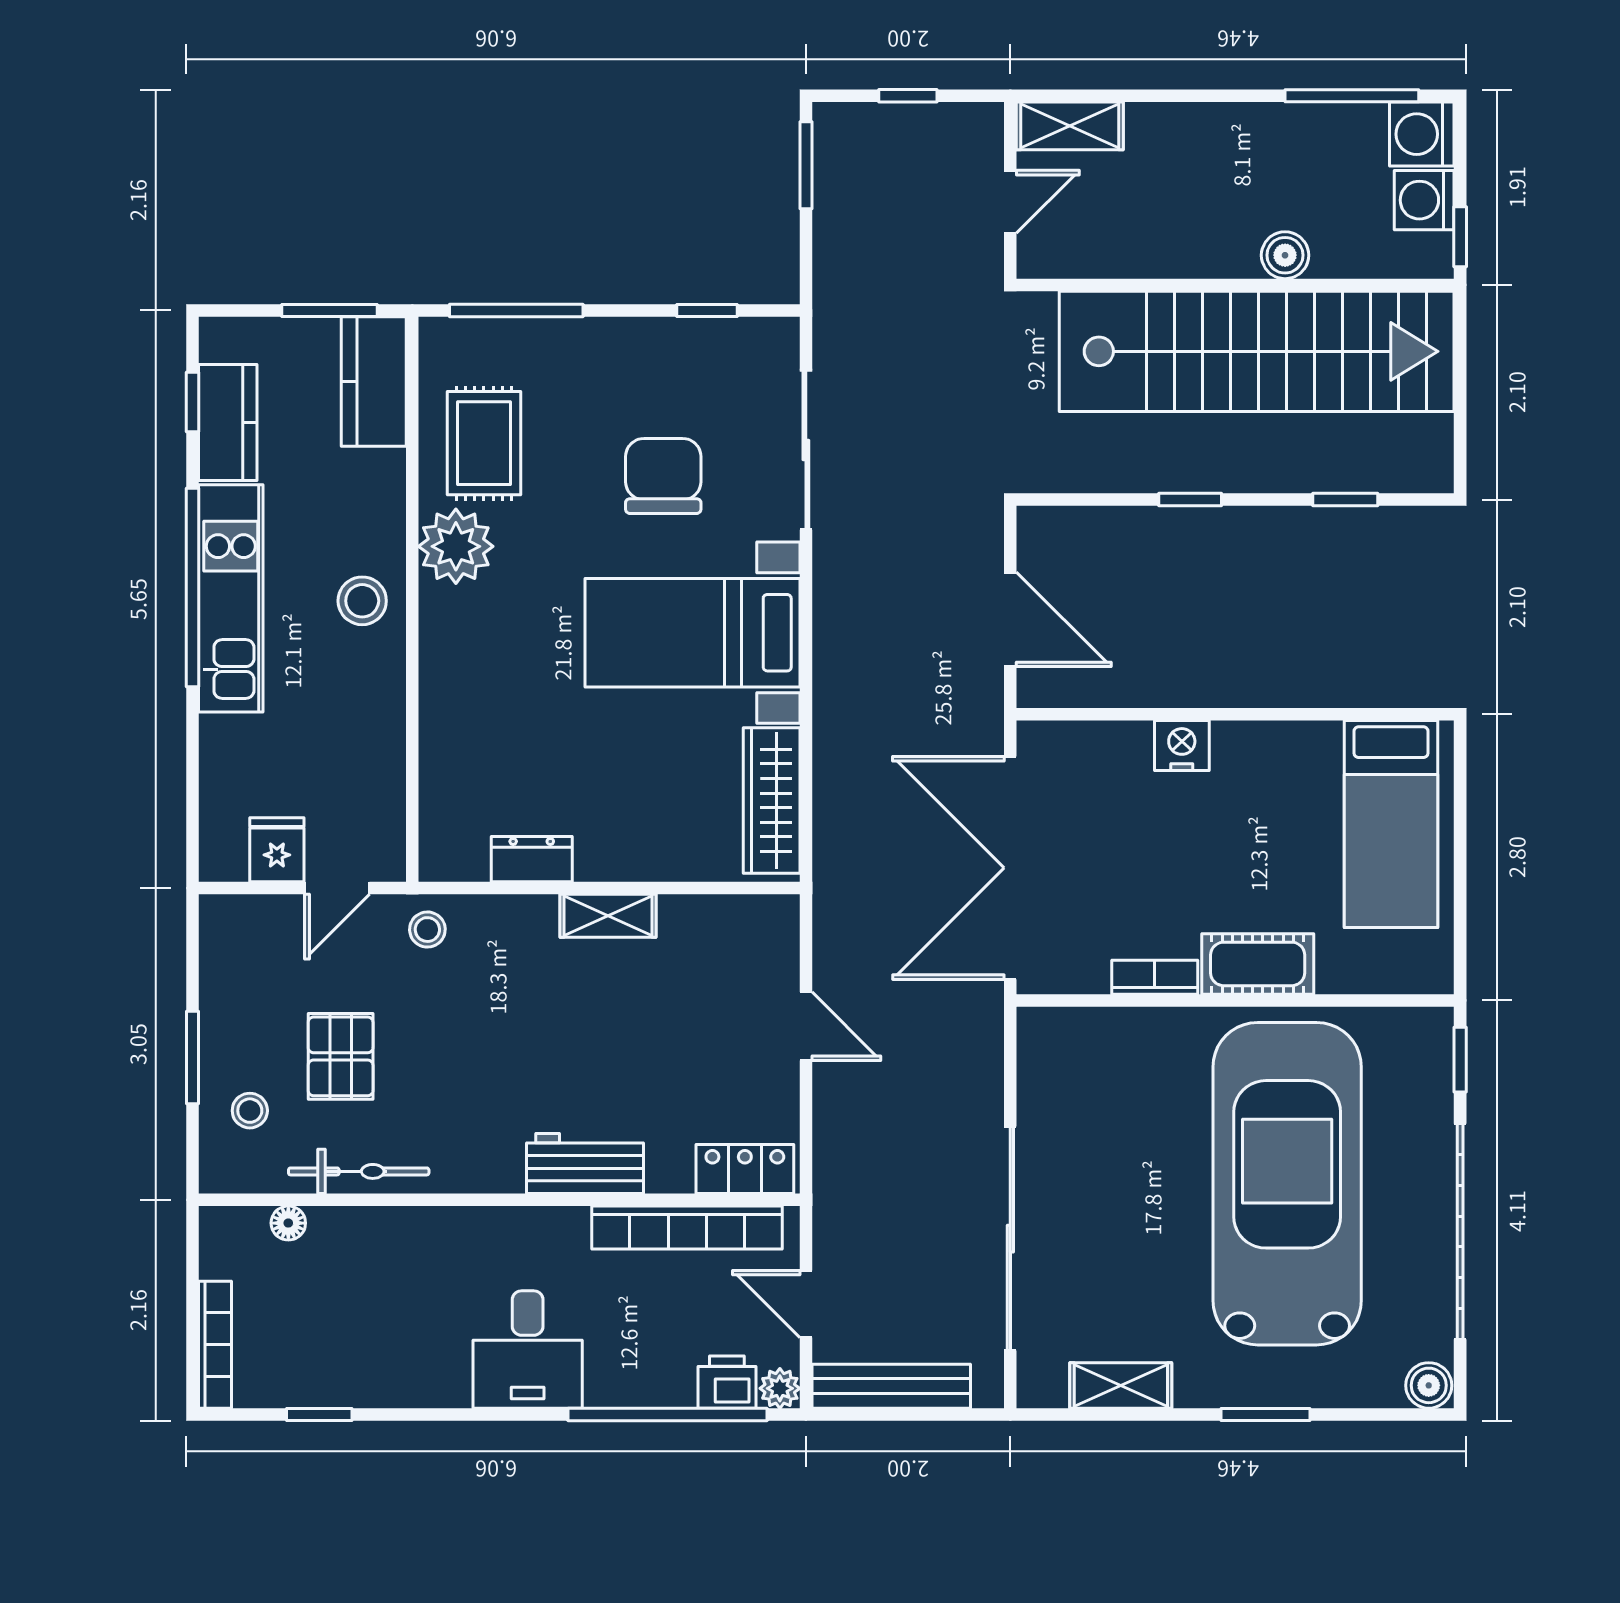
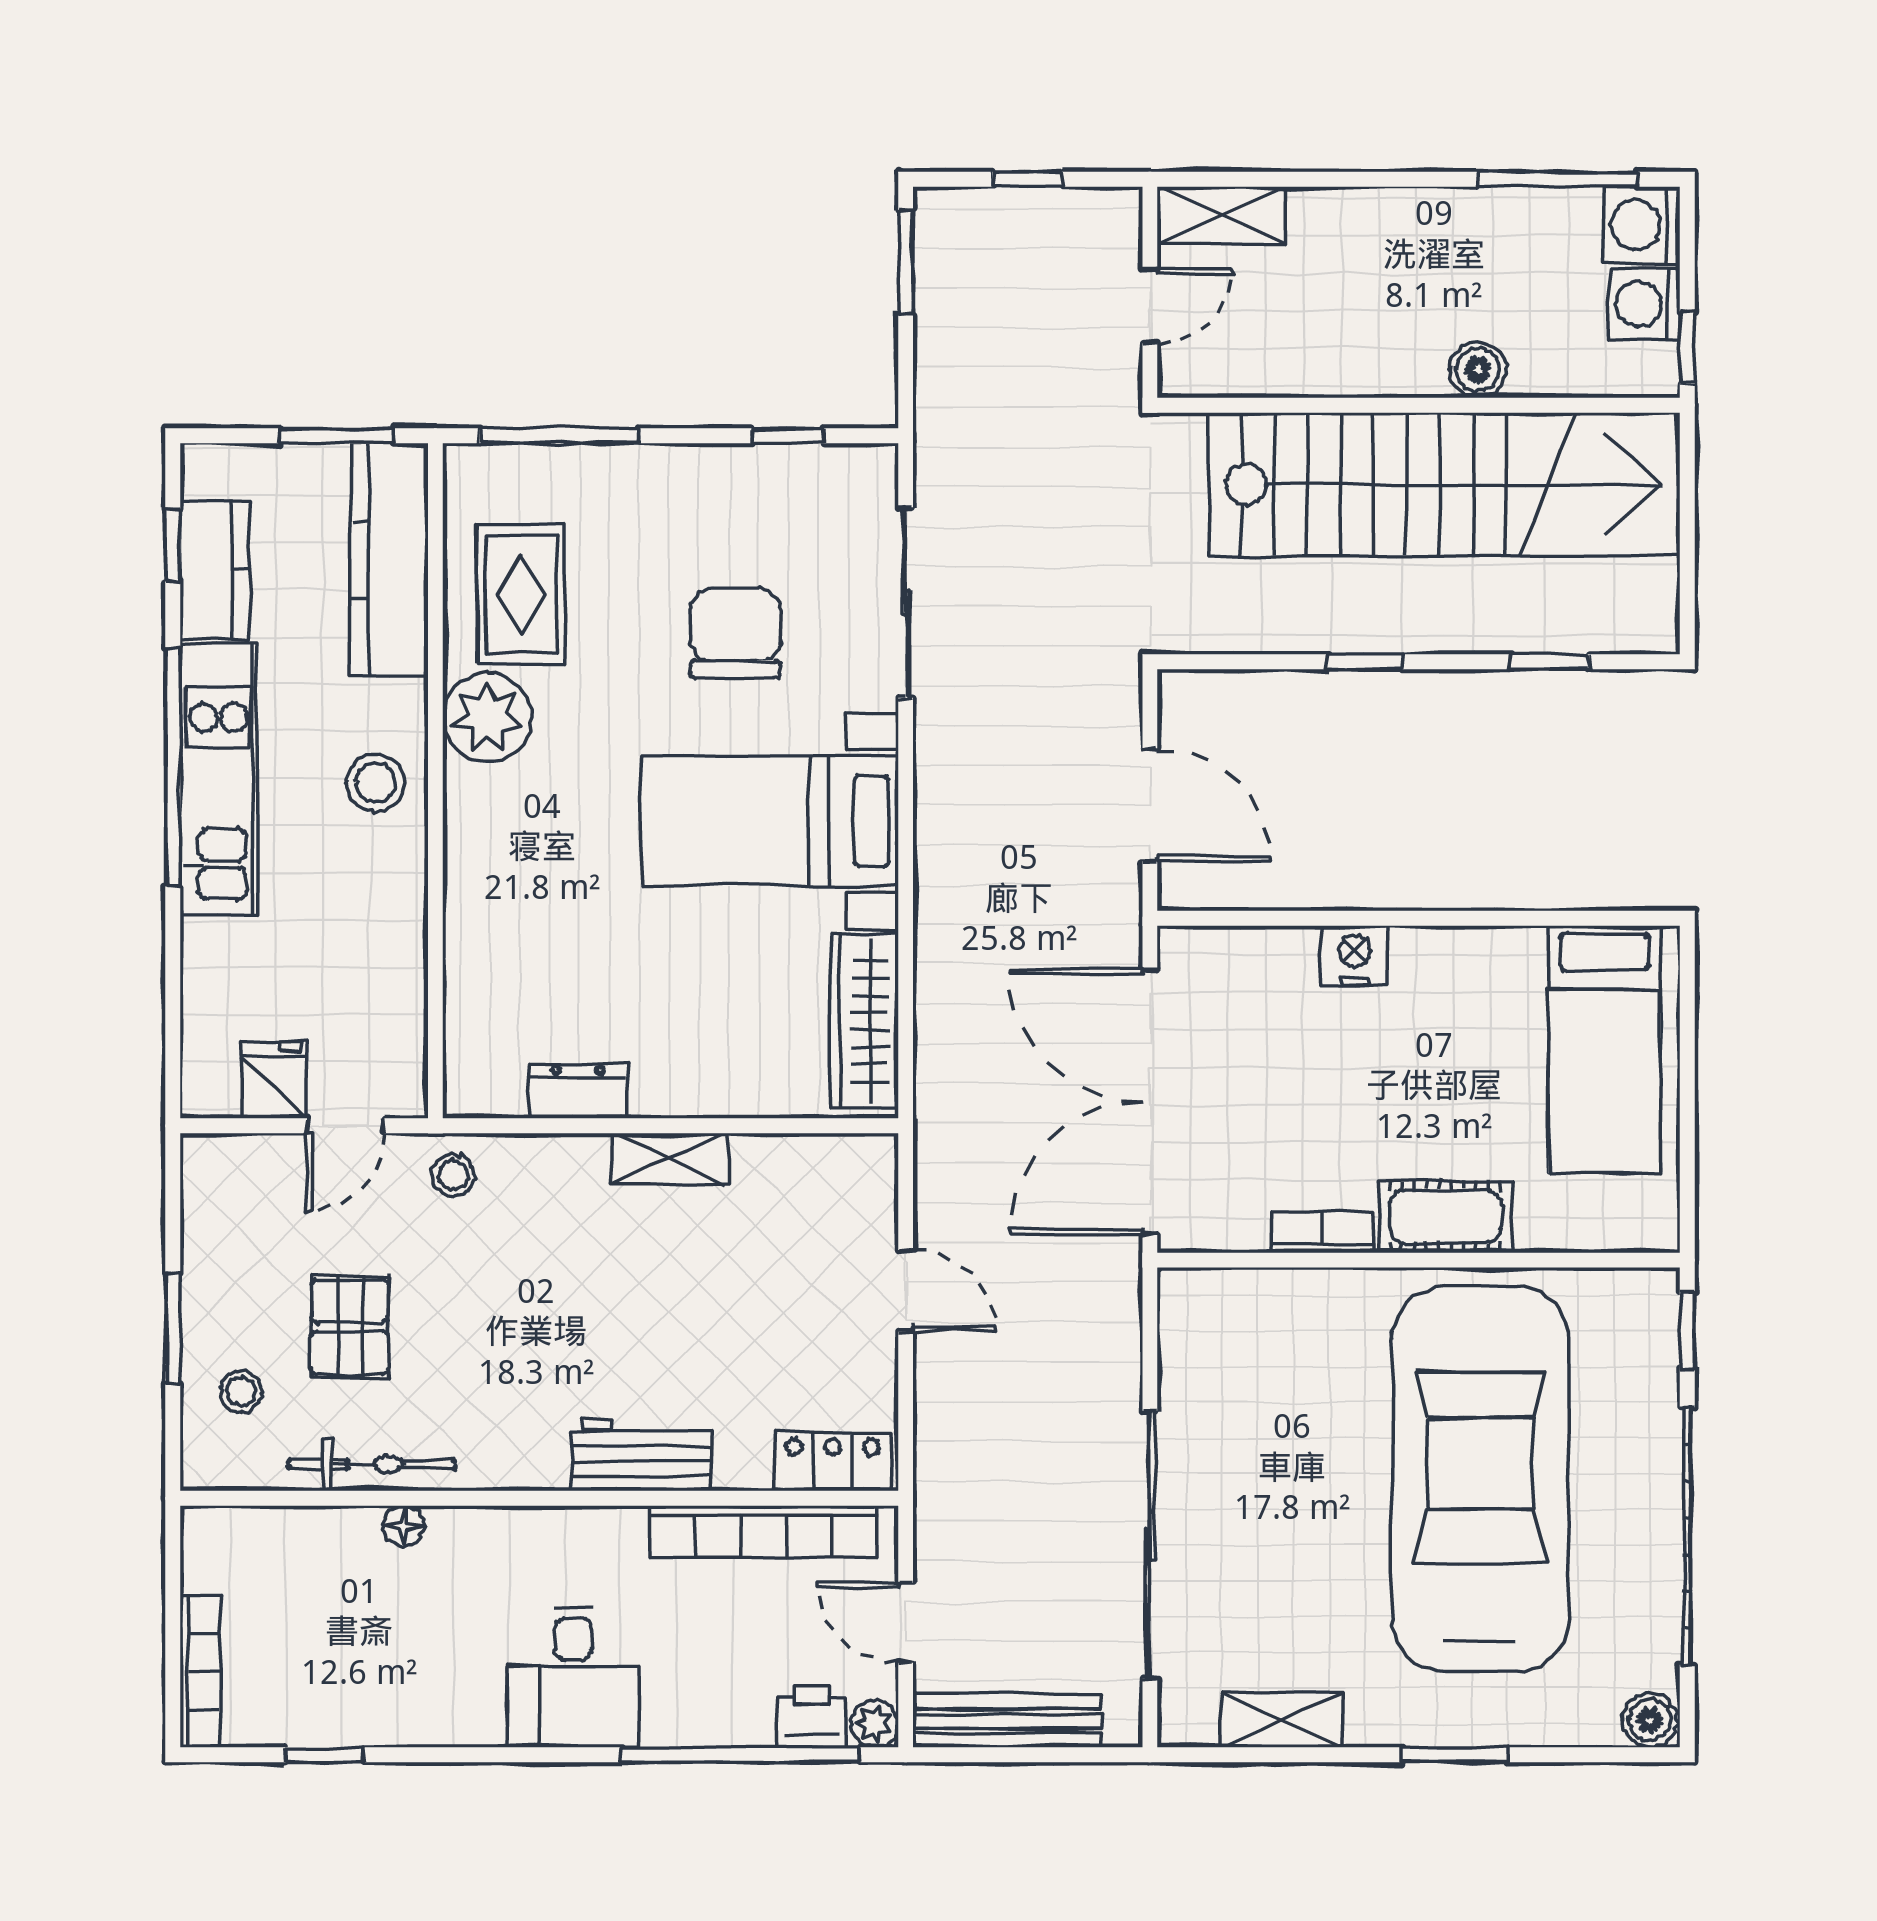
kitchen counter: (374, 382) -> (389, 559), width x1.50
floor lamp: (288, 1223) -> (404, 1526), moved

